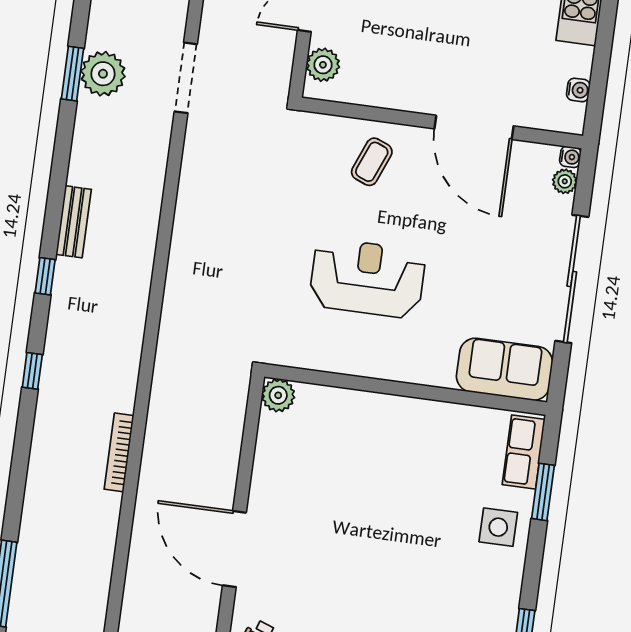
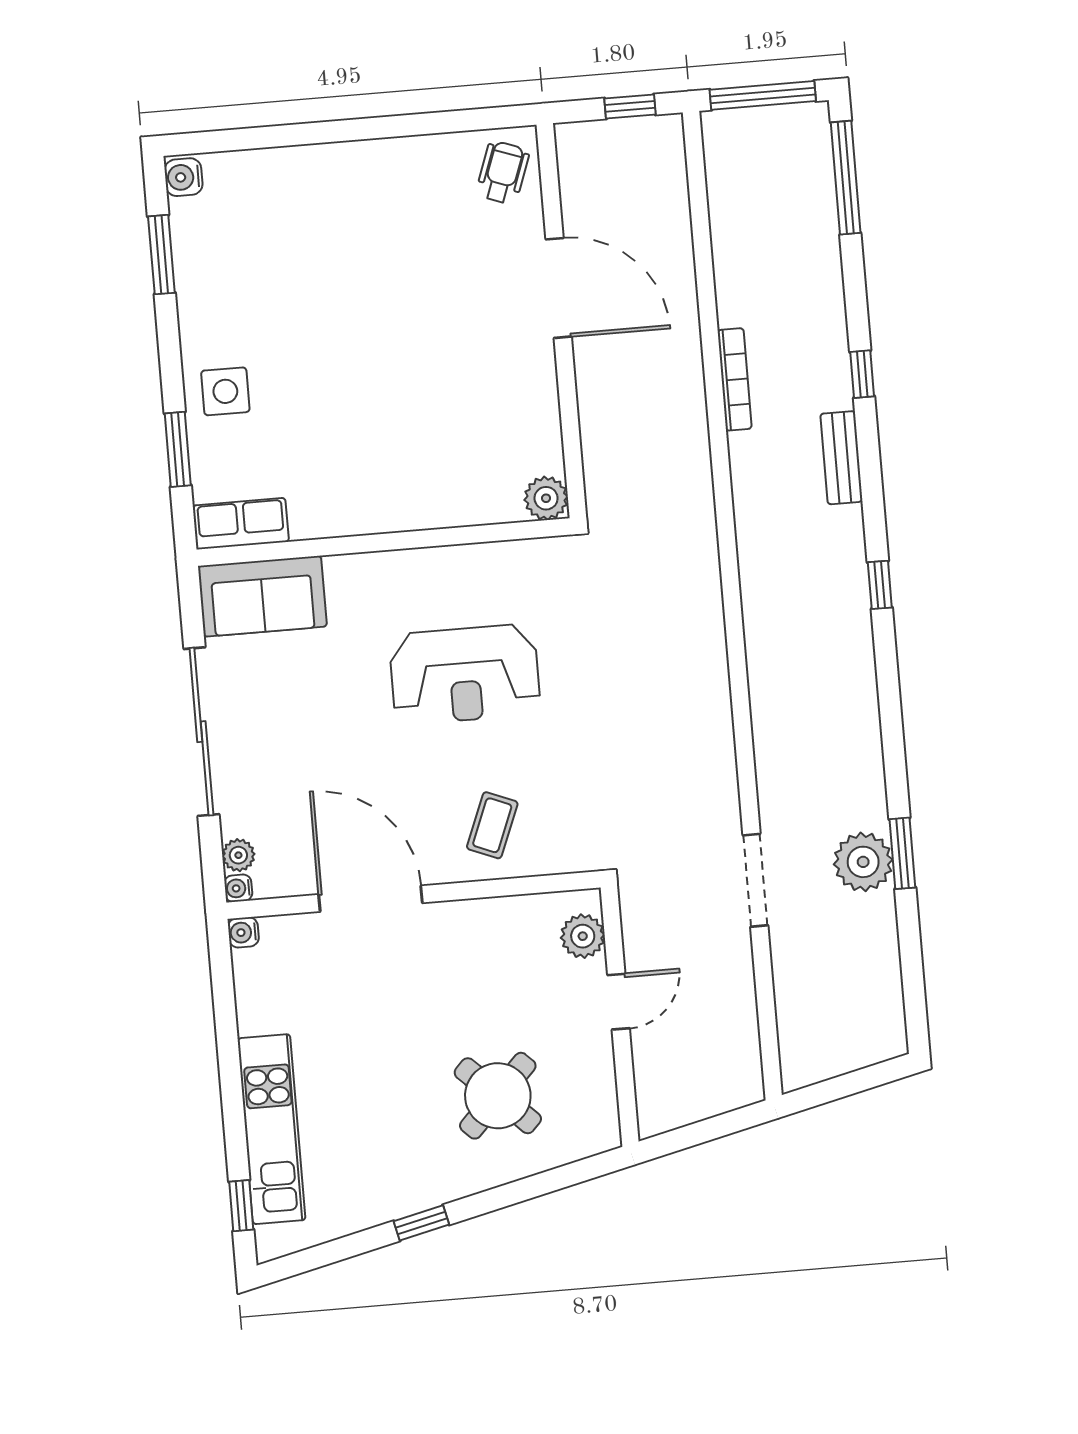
water cooler: (578, 90) -> (243, 932), moved
bench: (74, 222) -> (841, 458), moved
window: (32, 371) -> (862, 374), moved
row of seats: (524, 452) -> (241, 524), moved, turned -90

